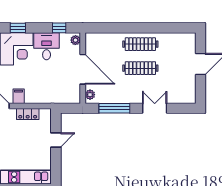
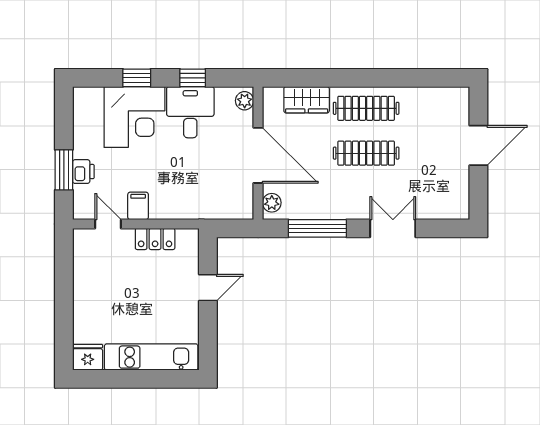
window: (59, 28) -> (193, 78), moved
wardrobe: (109, 40) -> (307, 100), added

